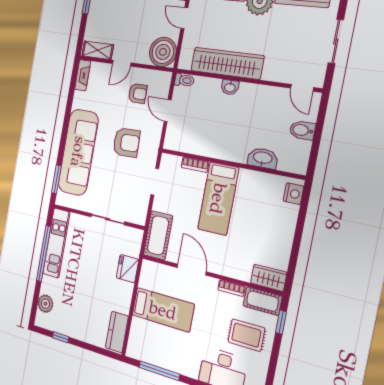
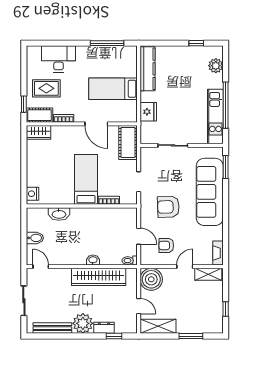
kitchen counter: (117, 332) -> (148, 69), width x1.50

